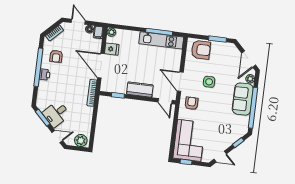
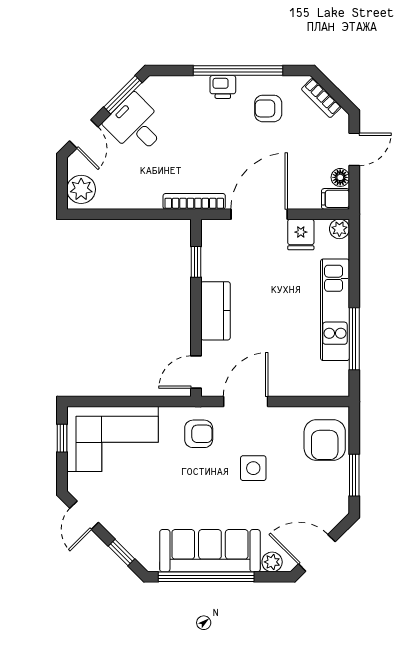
kitchen unit: (161, 40) -> (335, 310), moved
sofa: (243, 99) -> (210, 551), width x1.36

